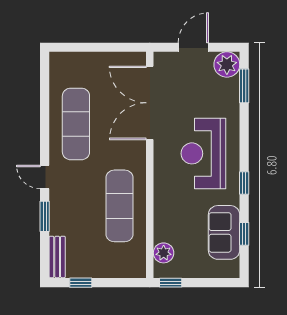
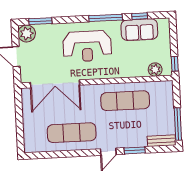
window: (244, 183) -> (106, 18), width x2.17
window: (81, 283) -> (178, 124), width x2.17

